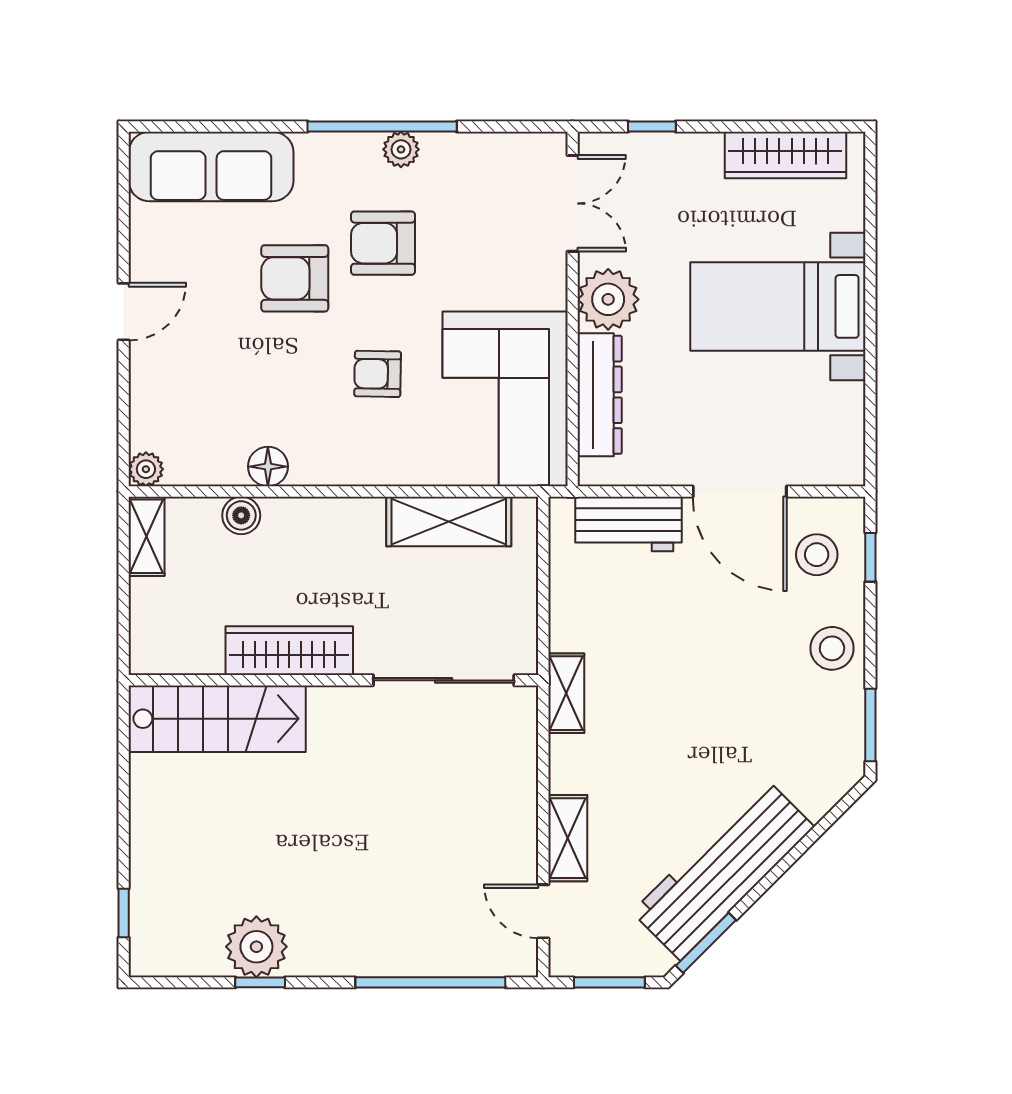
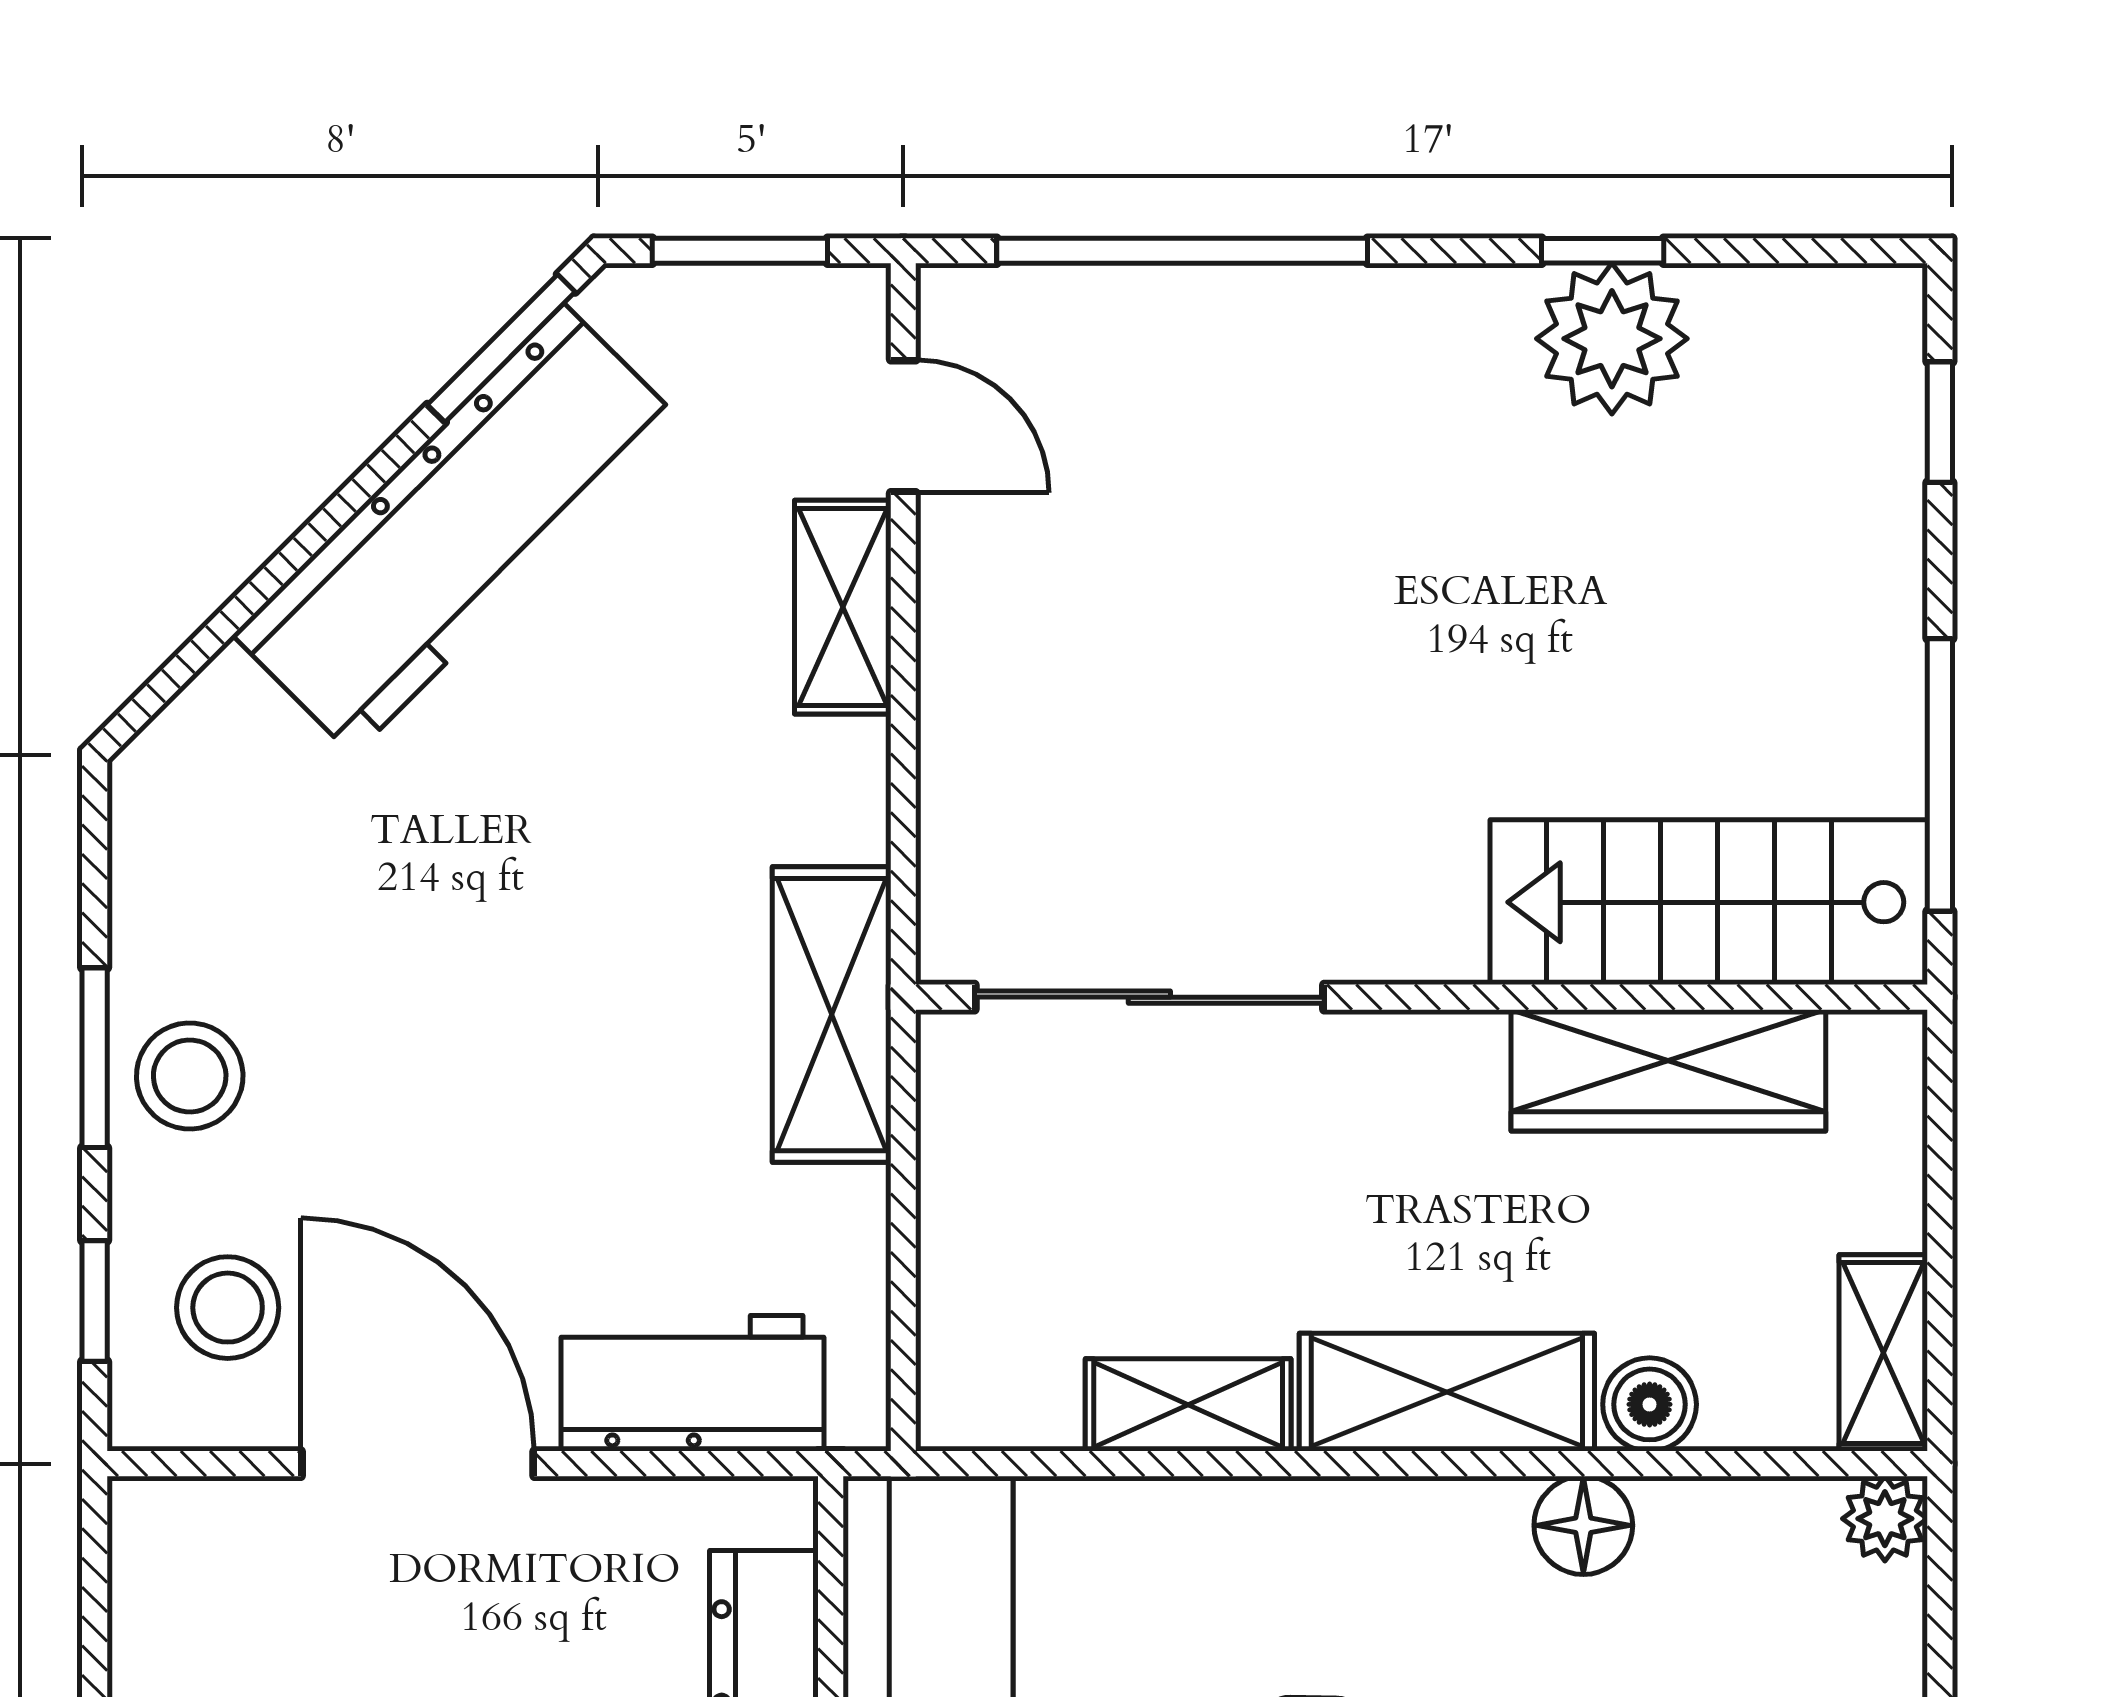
shelving: (323, 520) -> (1447, 1392), added
shelving: (449, 521) -> (1188, 1405), width x0.67, depth x0.75
wardrobe: (289, 651) -> (1668, 1070), moved
shelving: (566, 693) -> (832, 1015), width x1.50, depth x1.33
window: (870, 725) -> (95, 1058), moved
window: (124, 770) -> (1940, 775), added

